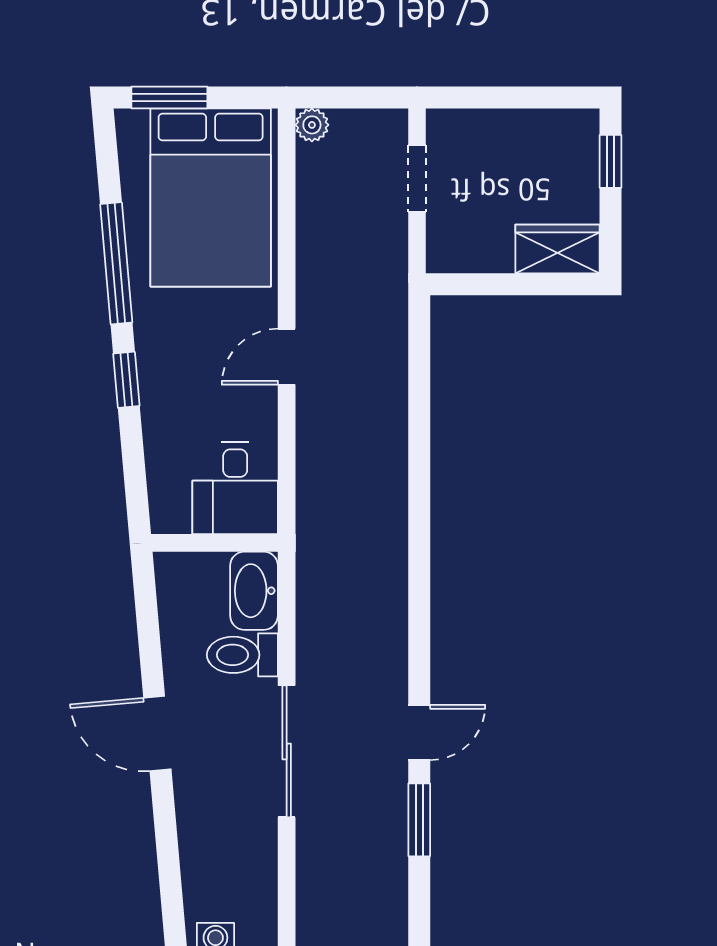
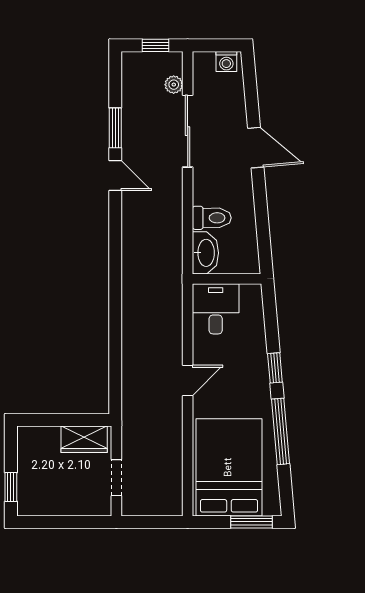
plant: (312, 125) -> (174, 85), moved
wardrobe: (557, 249) -> (84, 439), moved
door: (419, 732) -> (115, 176), swing flipped
door: (157, 734) -> (256, 148), moved
sliding door: (287, 751) -> (188, 131), moved

